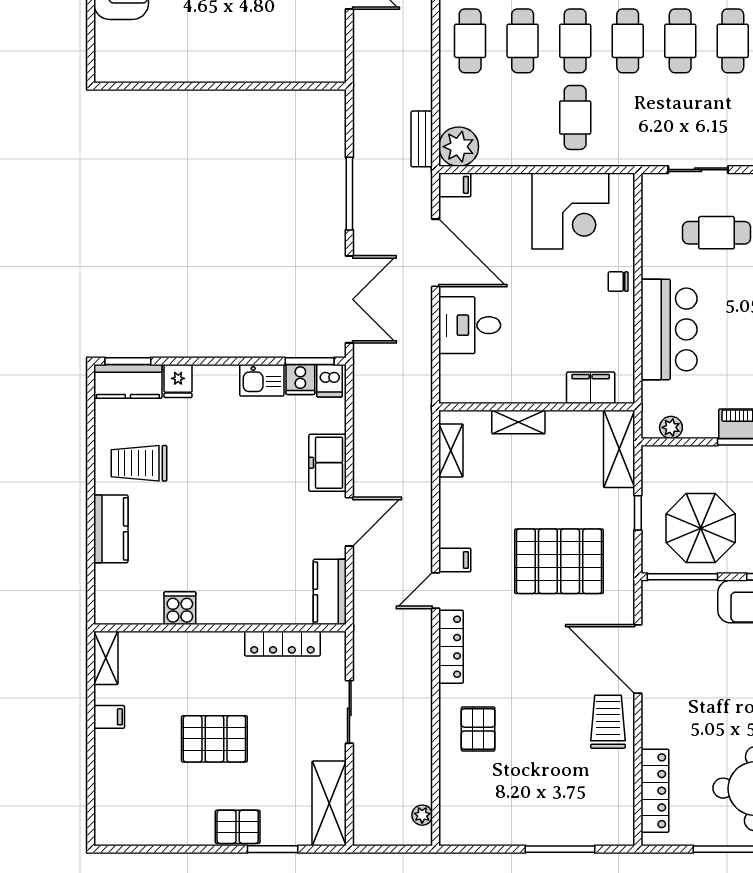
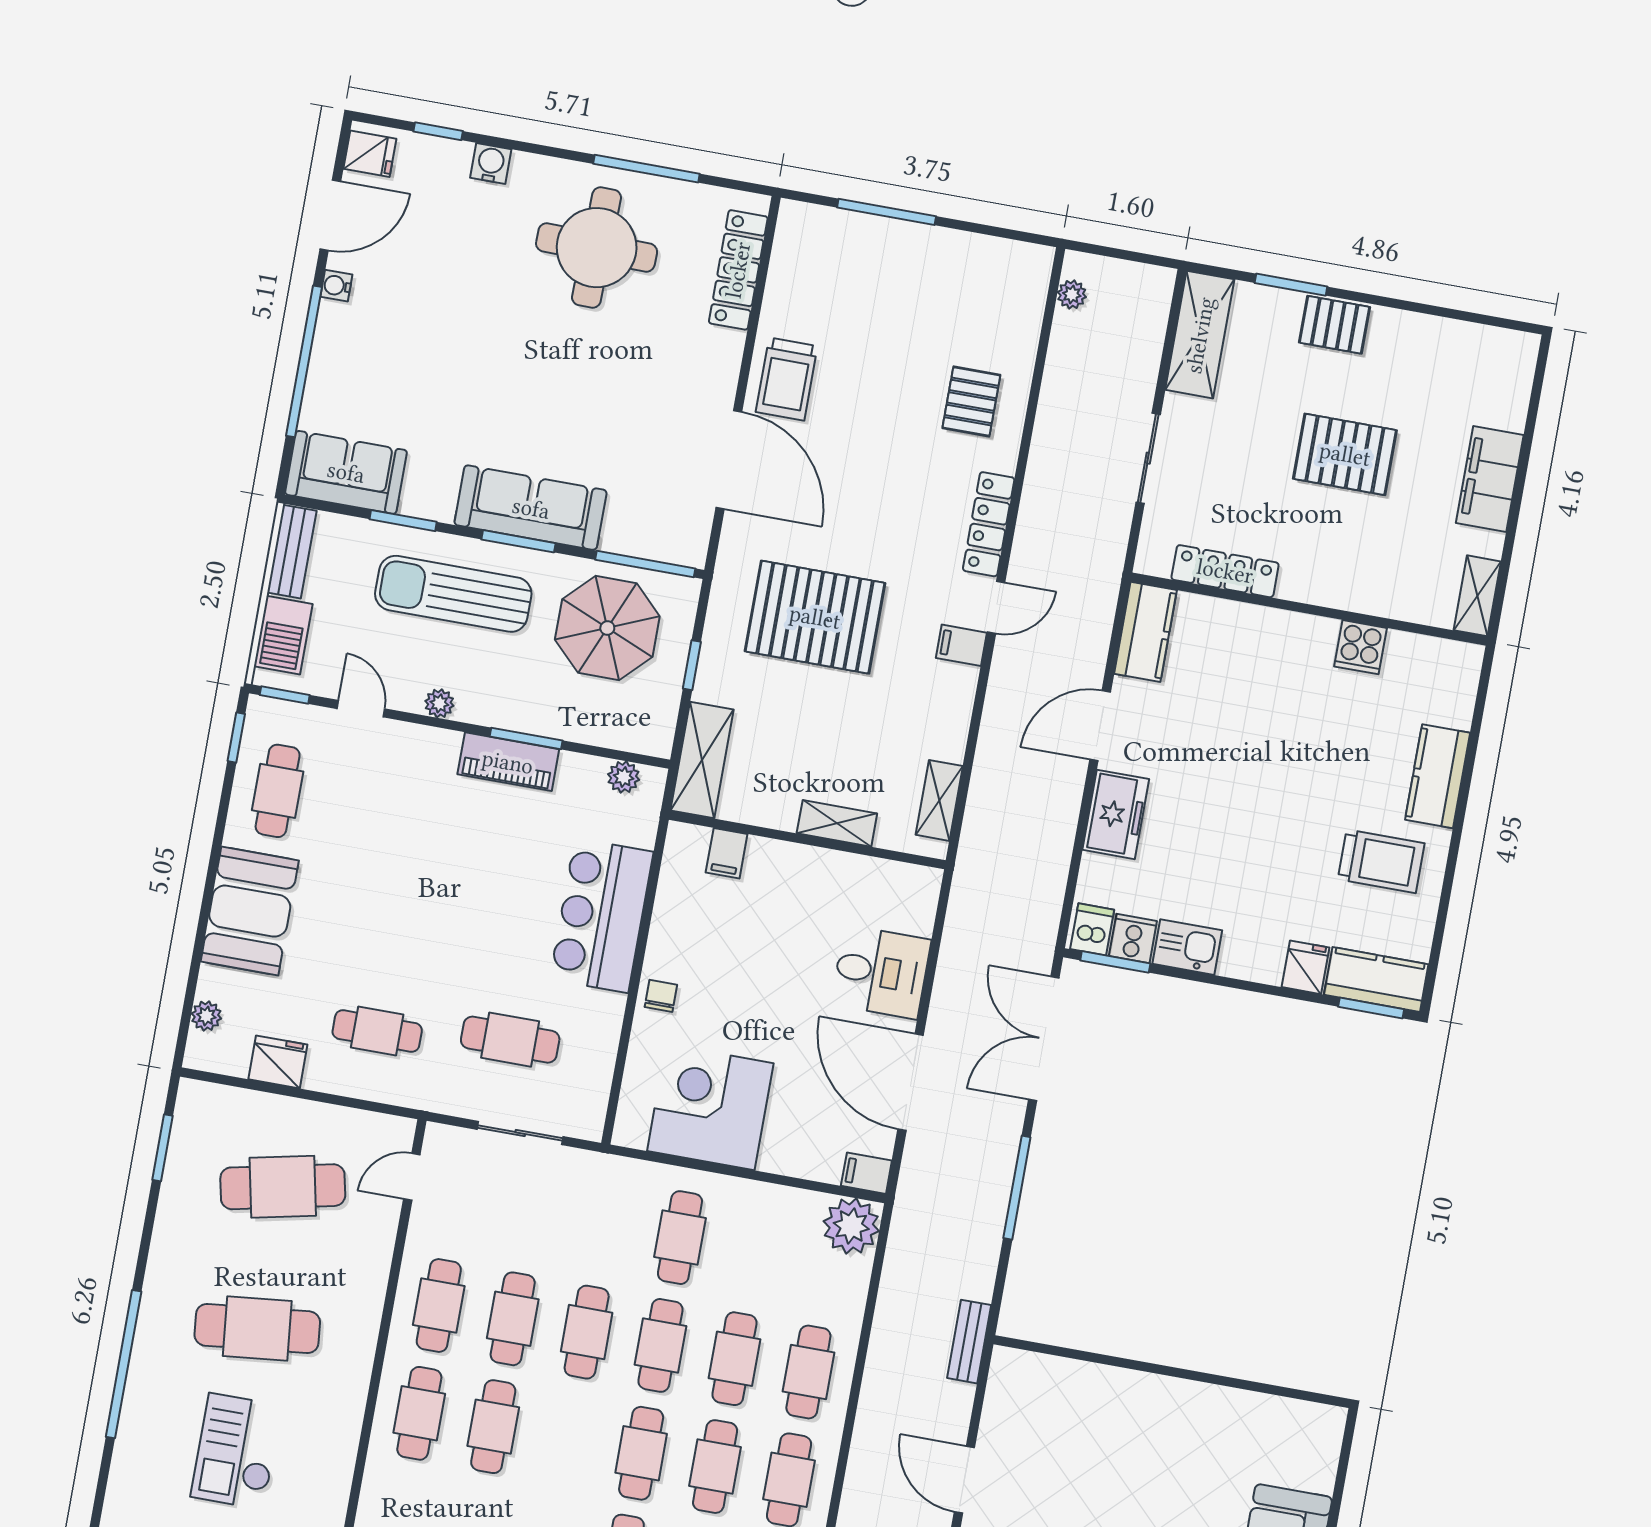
bench: (422, 139) -> (969, 1342), moved
chair: (618, 282) -> (661, 996), turned -90
filing cabinet: (591, 388) -> (727, 853), width x0.50
filing cabinet: (109, 717) -> (1490, 479), width x3.00, depth x1.17

